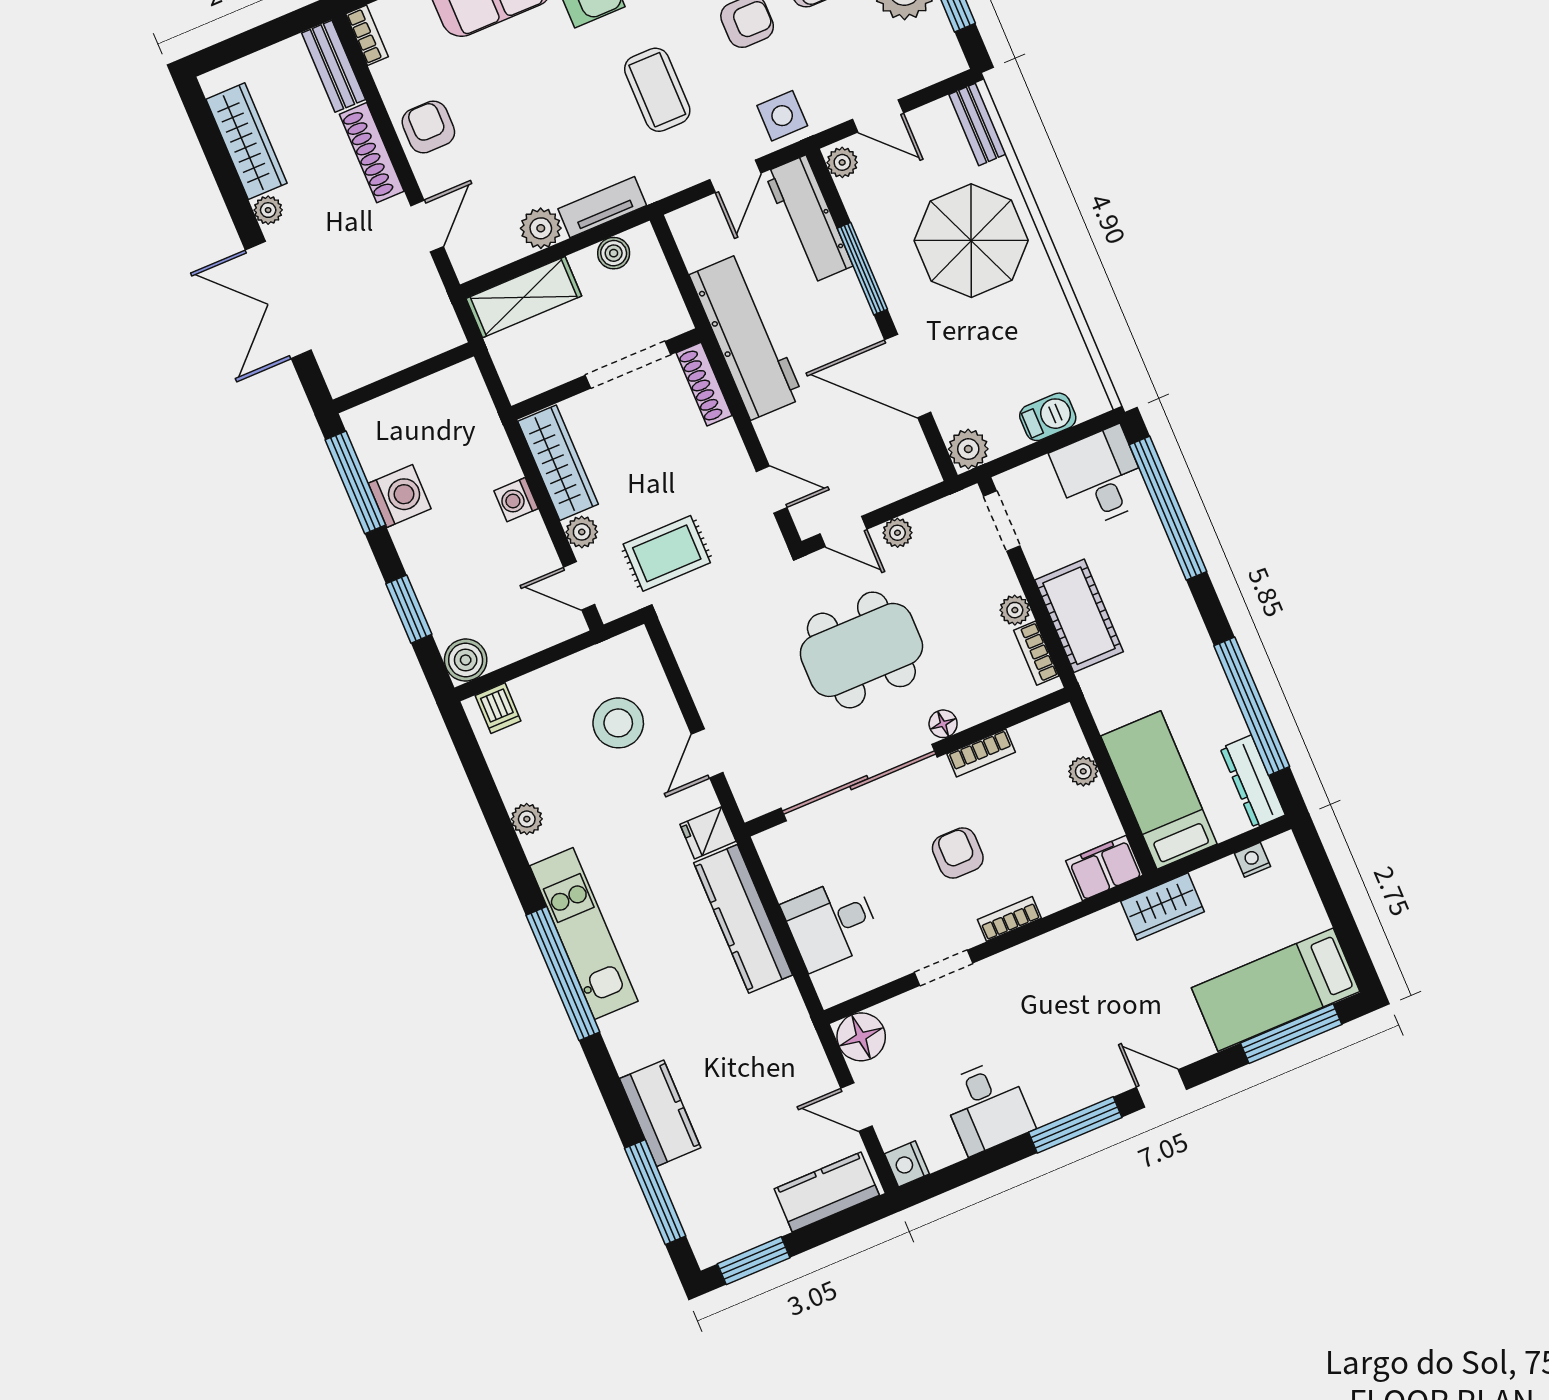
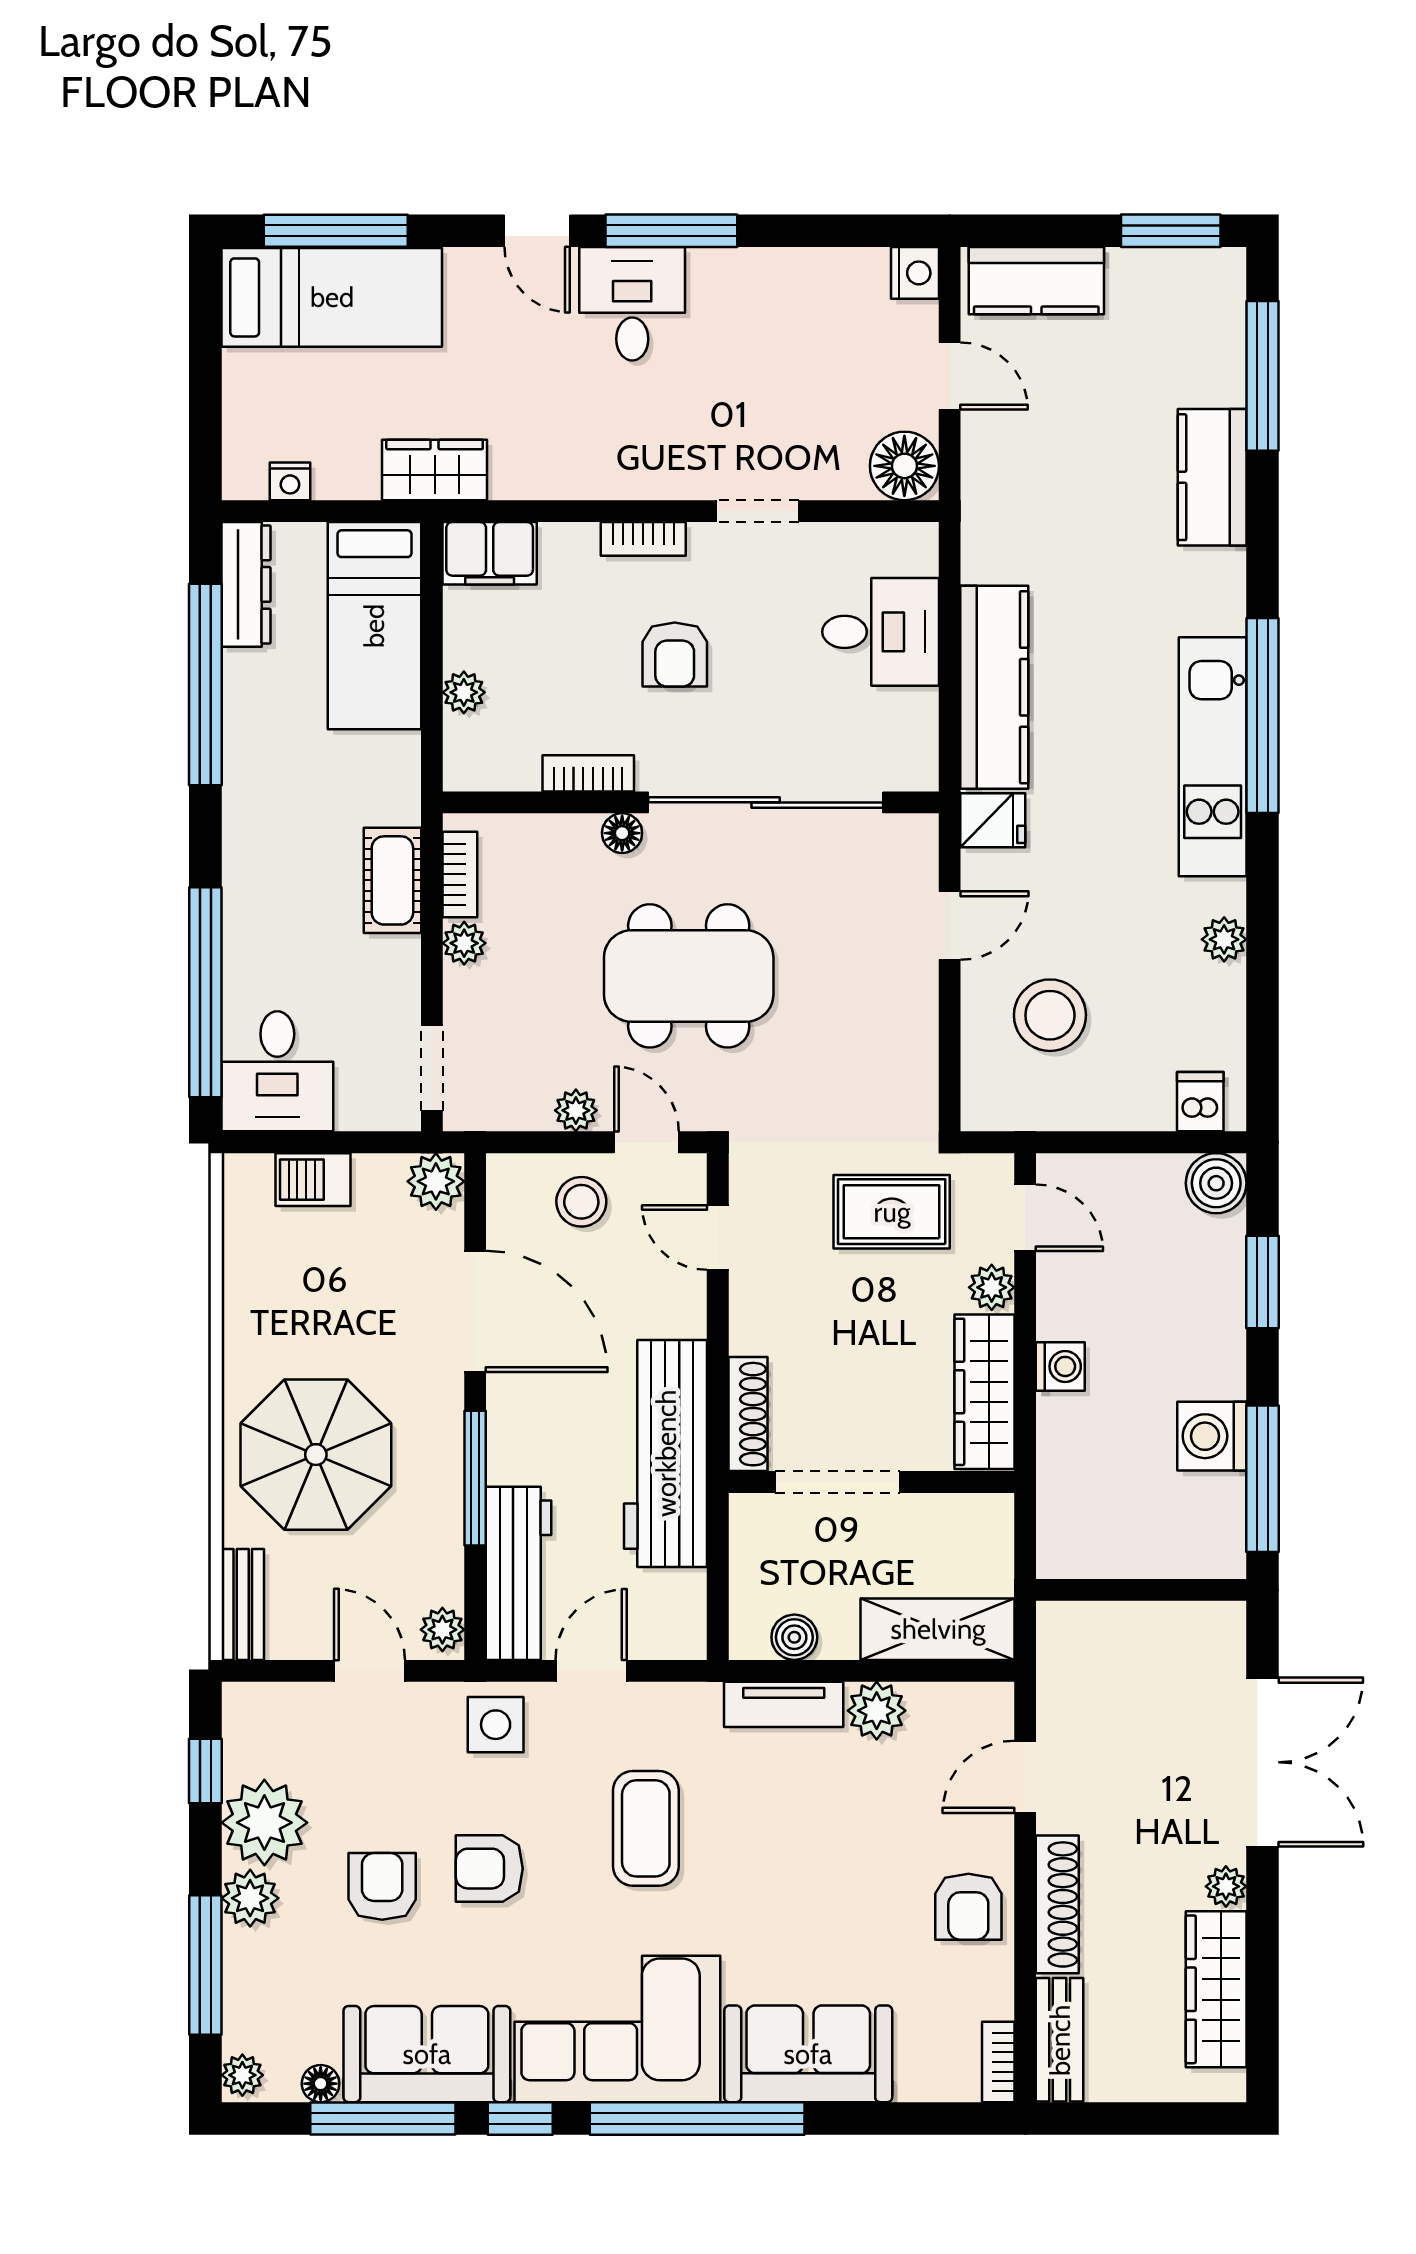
stool: (869, 475) -> (581, 1202), added
cot: (1079, 616) -> (392, 880), width x0.73, depth x0.75
desk: (987, 1107) -> (632, 304), moved

